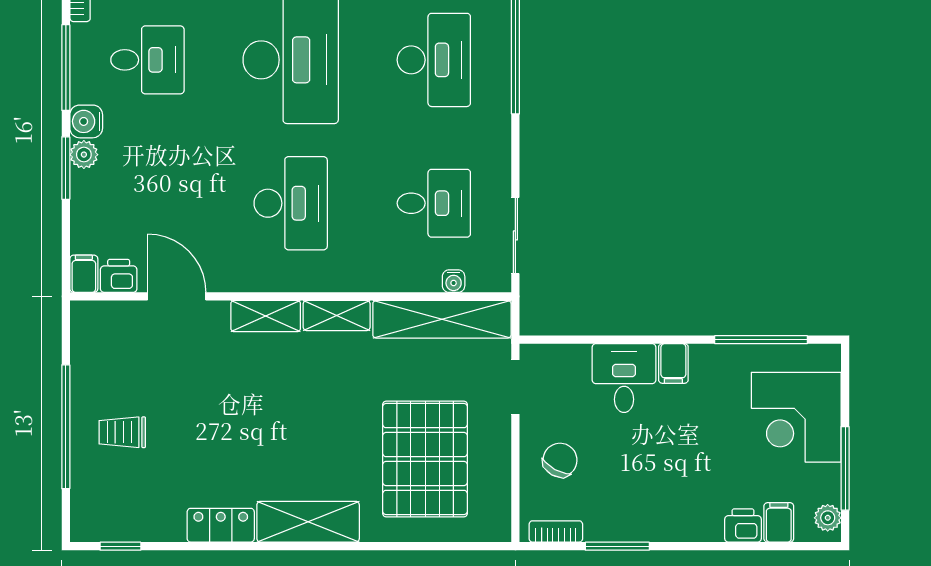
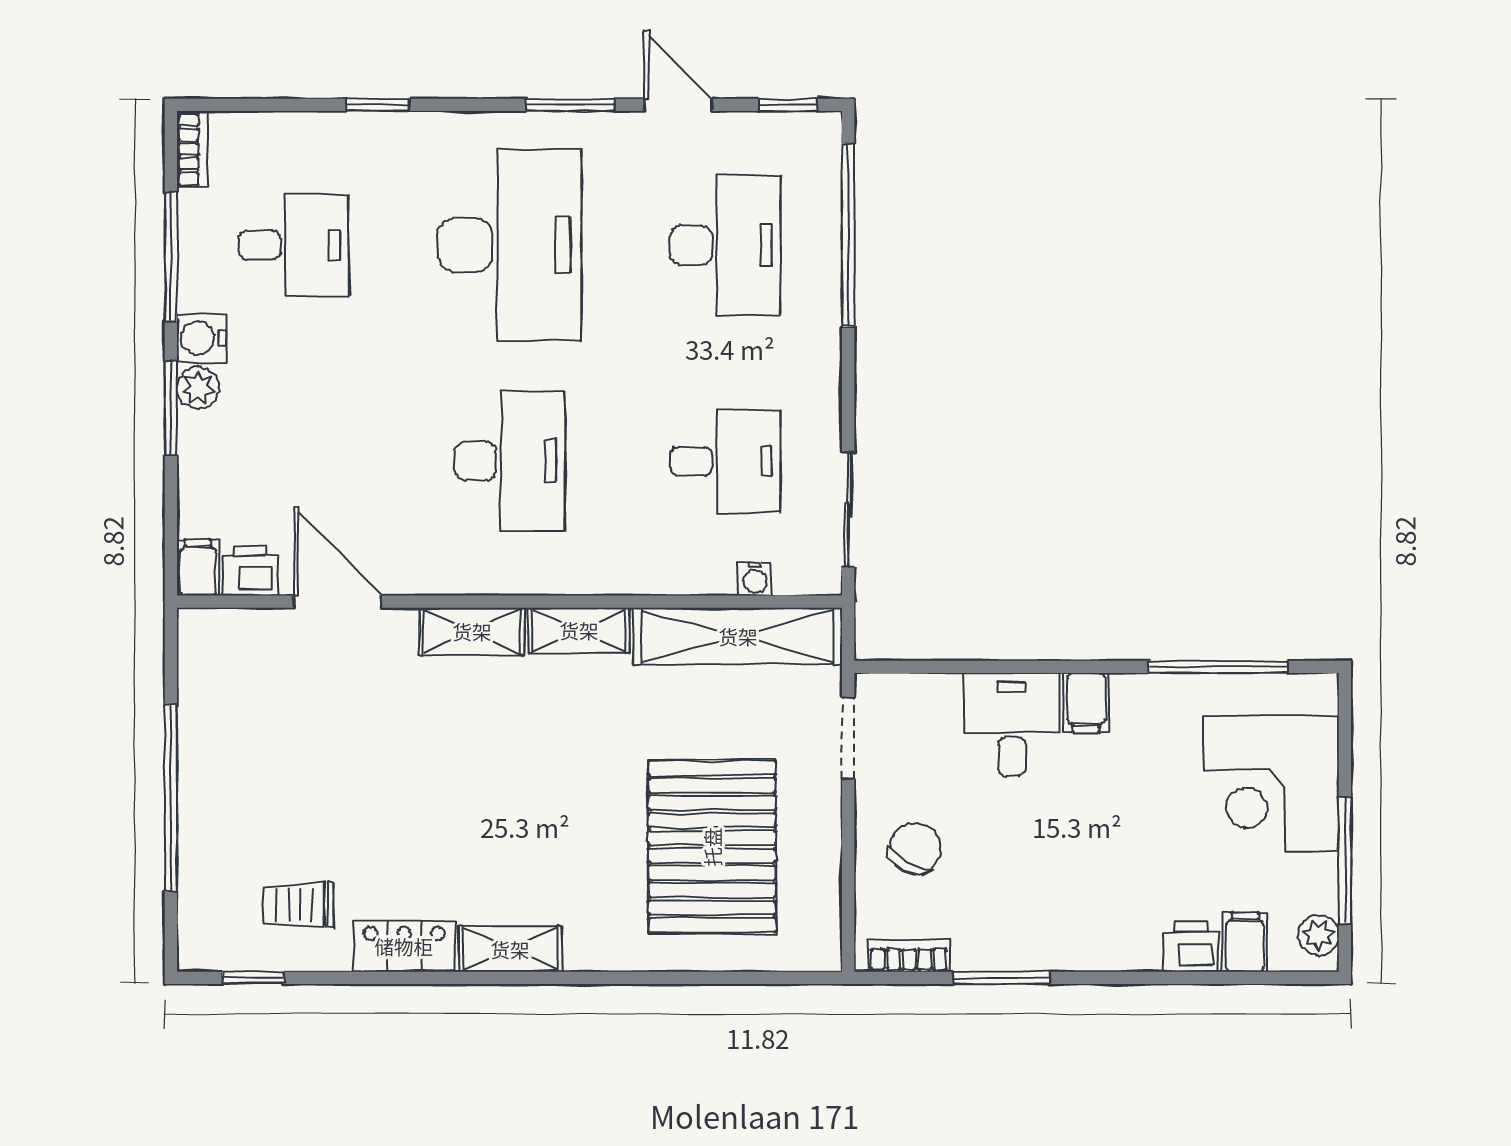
trolley: (122, 432) -> (299, 905), moved
shelving: (308, 522) -> (510, 949), width x0.67, depth x0.75

